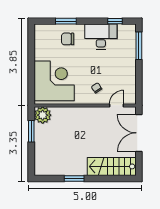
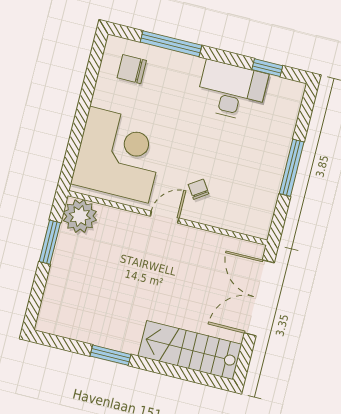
window: (66, 21) -> (171, 44), width x1.44
chair: (68, 39) -> (132, 69), moved
window: (139, 46) -> (292, 168), moved
door: (117, 105) -> (165, 217), moved

